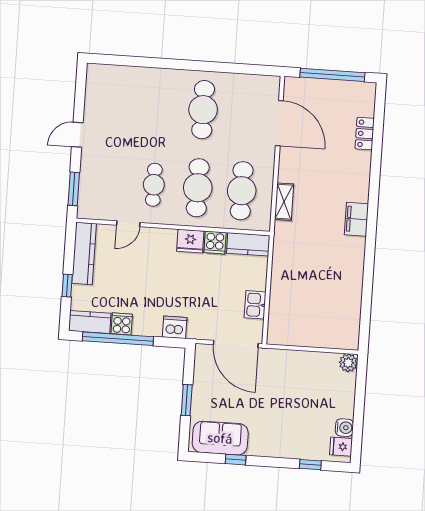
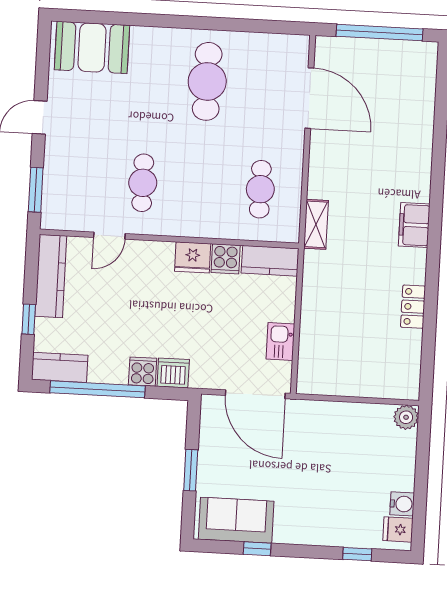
booth: (117, 83) -> (92, 47), added
locker: (365, 134) -> (413, 307), moved
cafe table: (198, 188) -> (202, 186), removed
cafe table: (242, 191) -> (260, 189), width x0.73, depth x0.74
shelving: (284, 202) -> (316, 224), moved
cooker: (122, 324) -> (143, 372), moved

